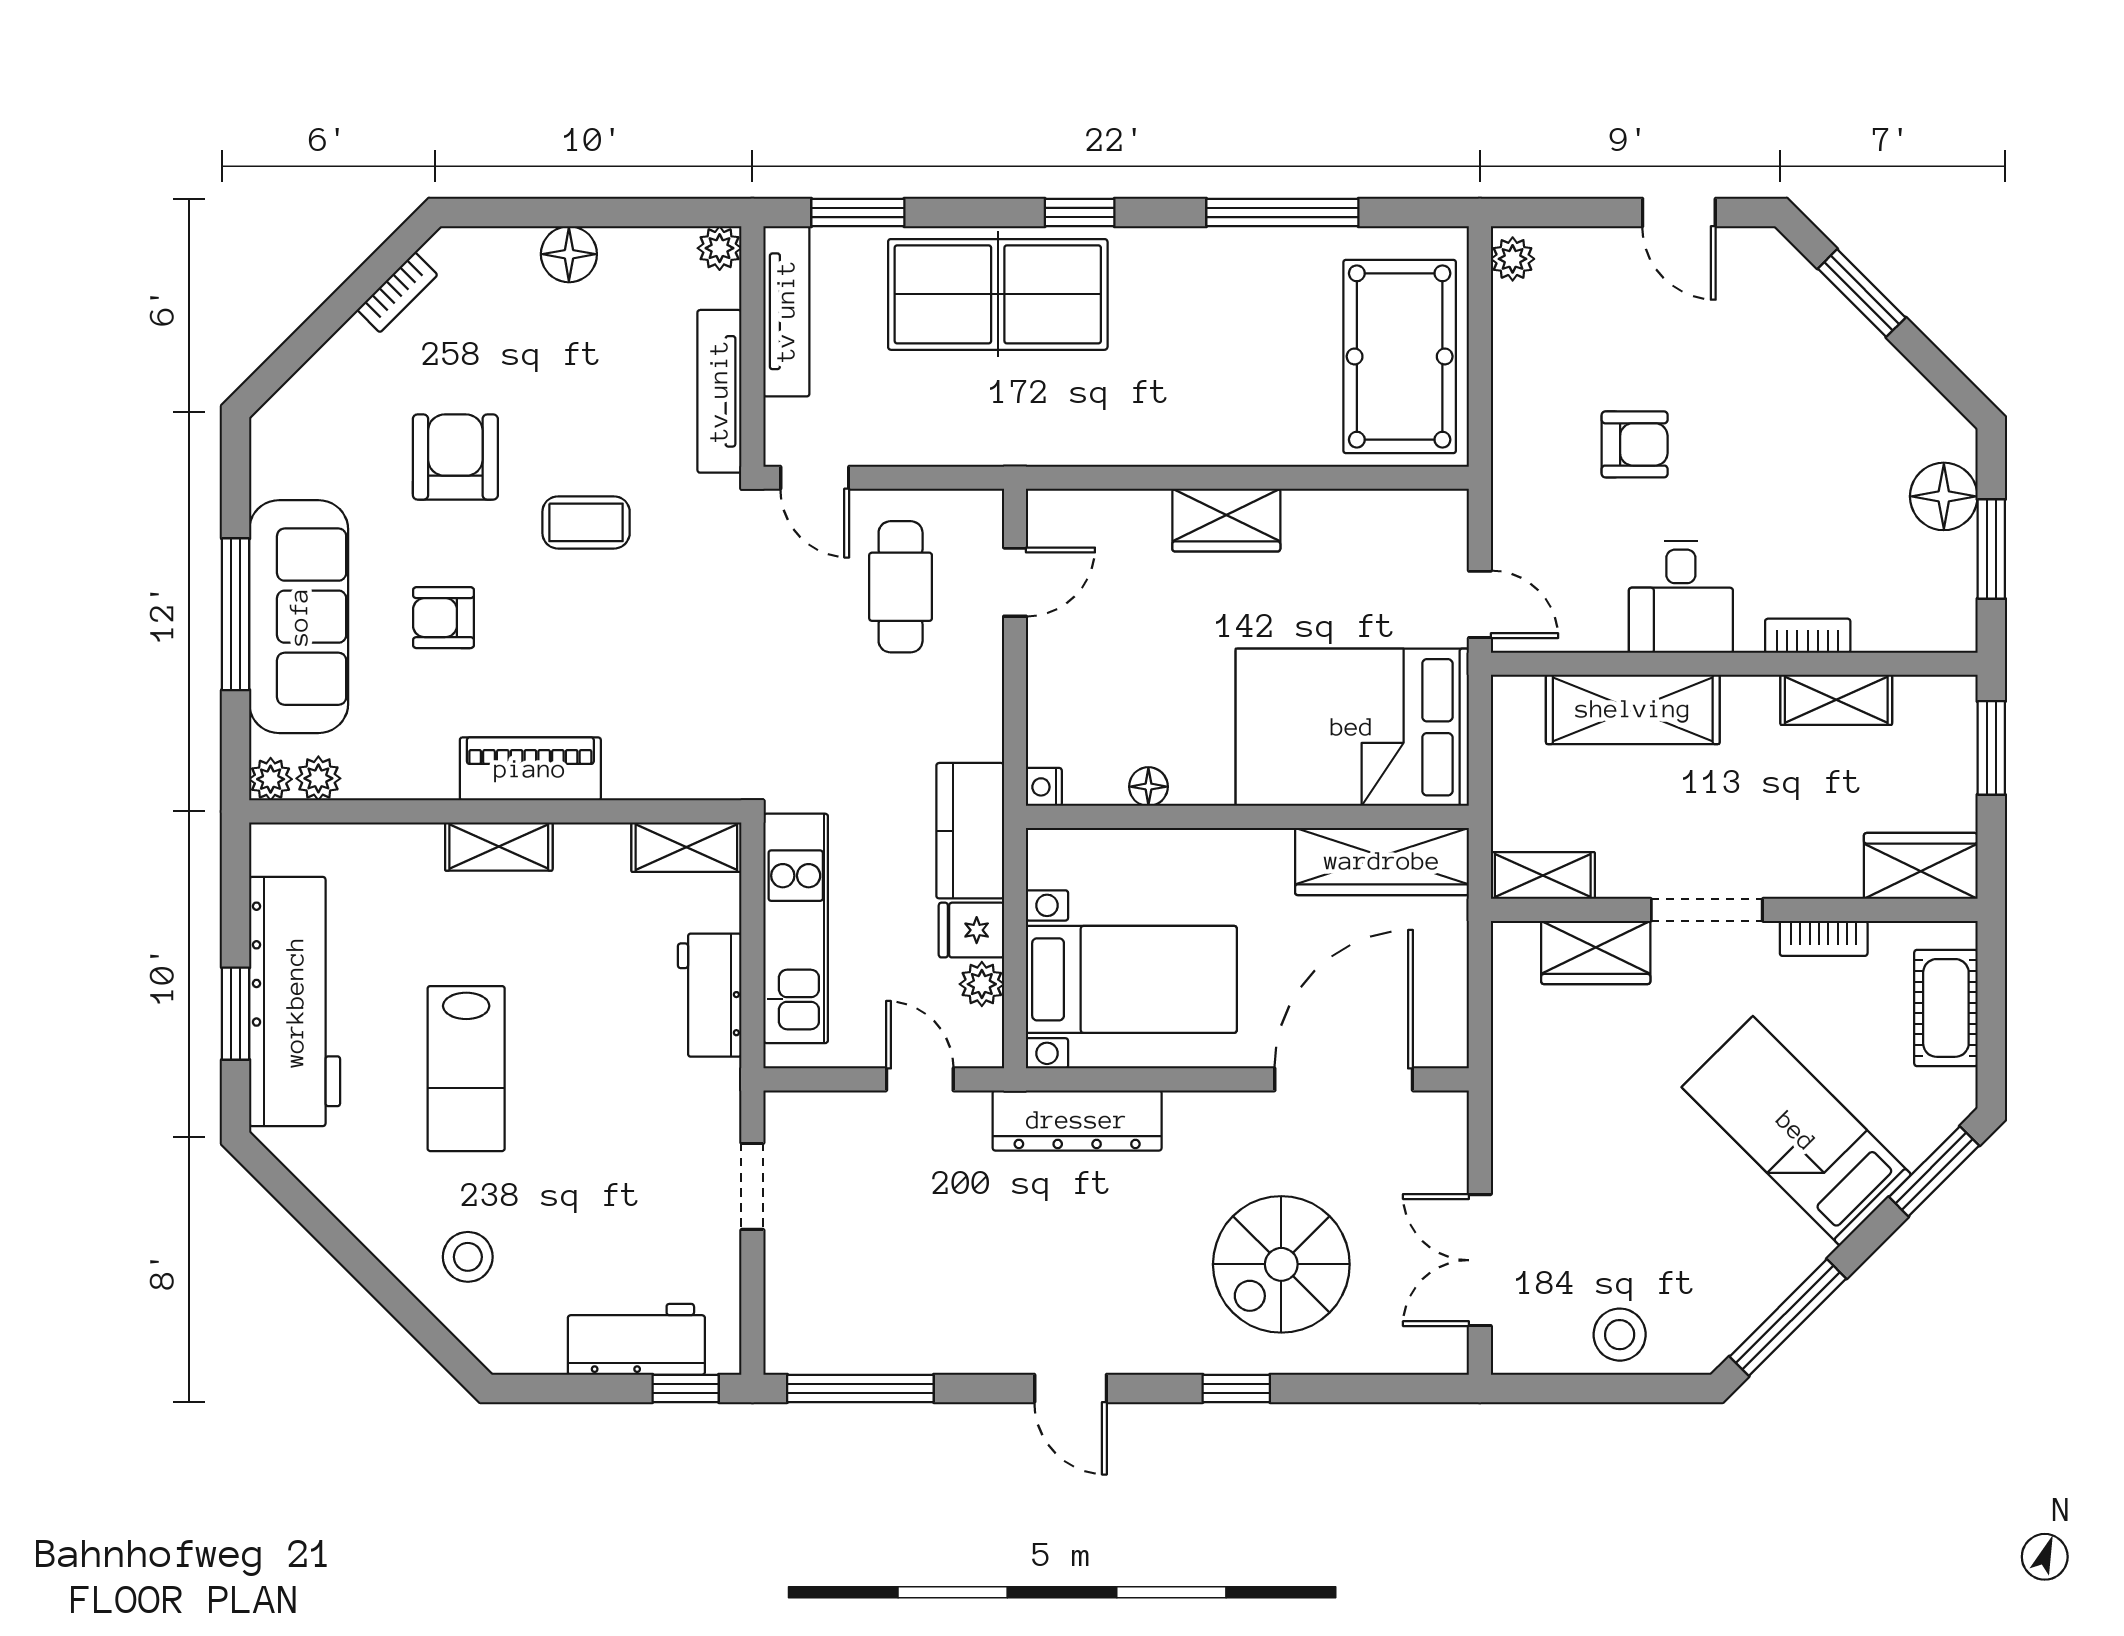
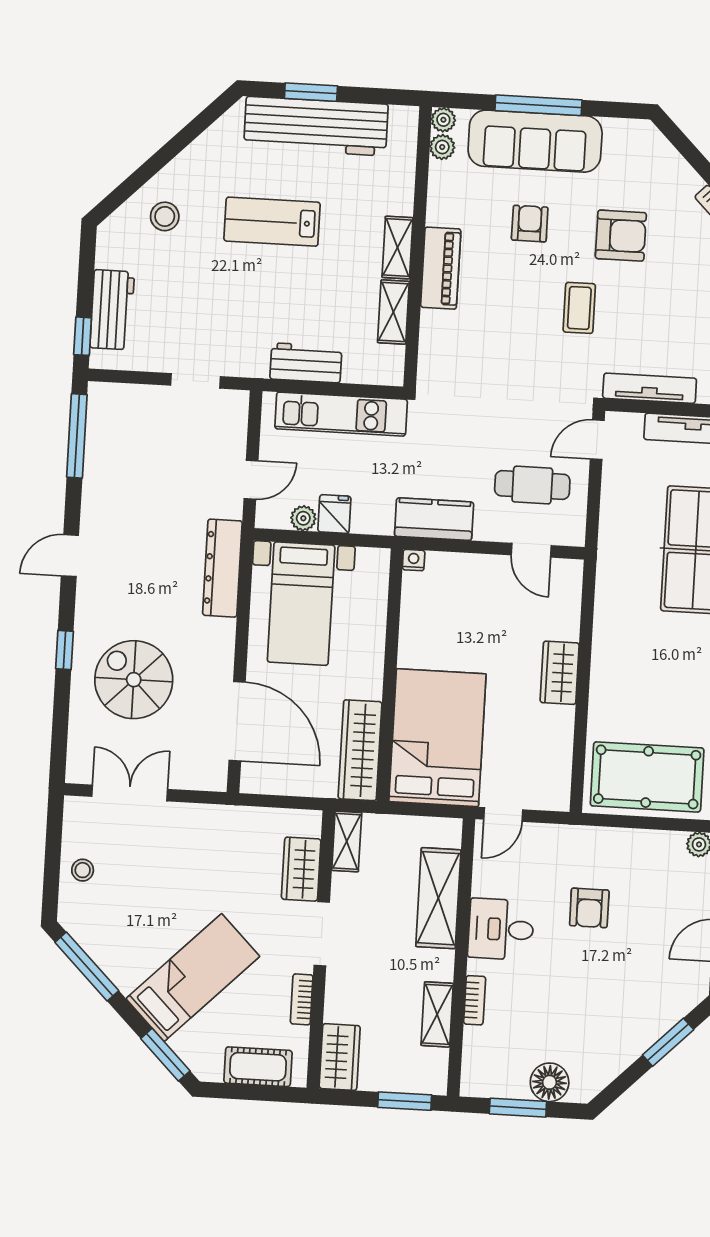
floor lamp: (1148, 787) -> (410, 620), removed
kitchen counter: (970, 831) -> (434, 519), moved
shelving: (686, 847) -> (393, 312), moved
stool: (1620, 1335) -> (83, 870), width x0.73, depth x0.73

